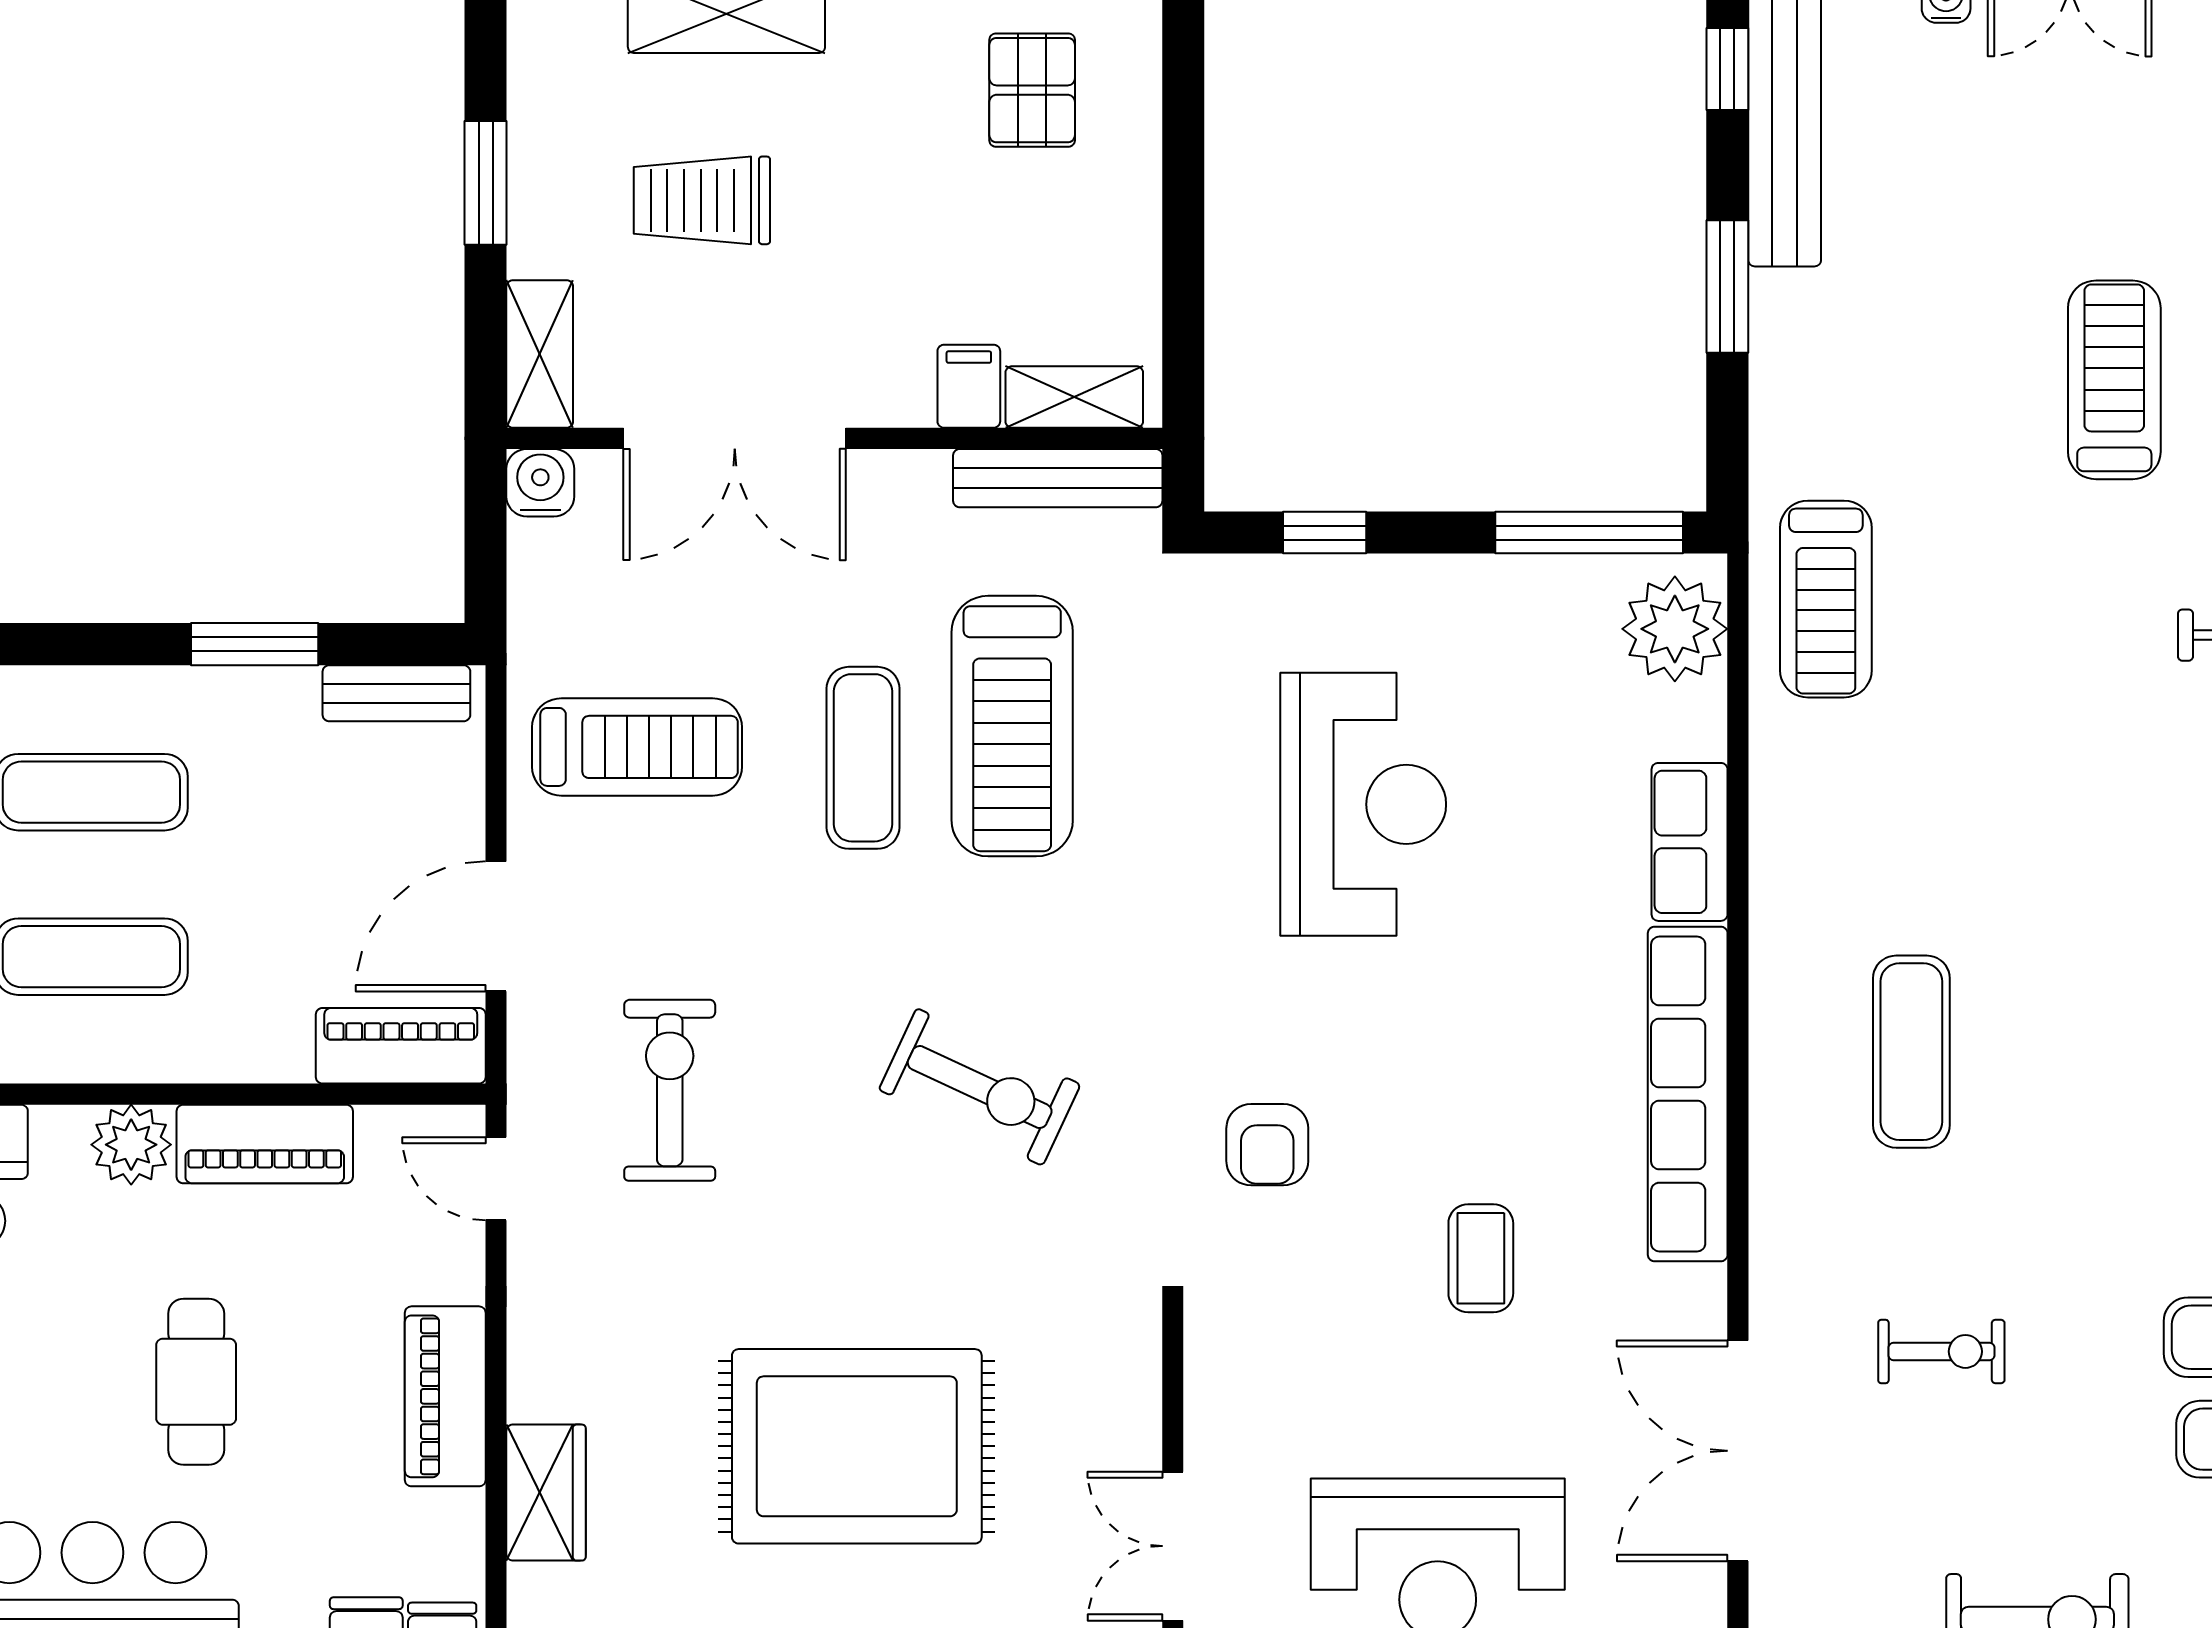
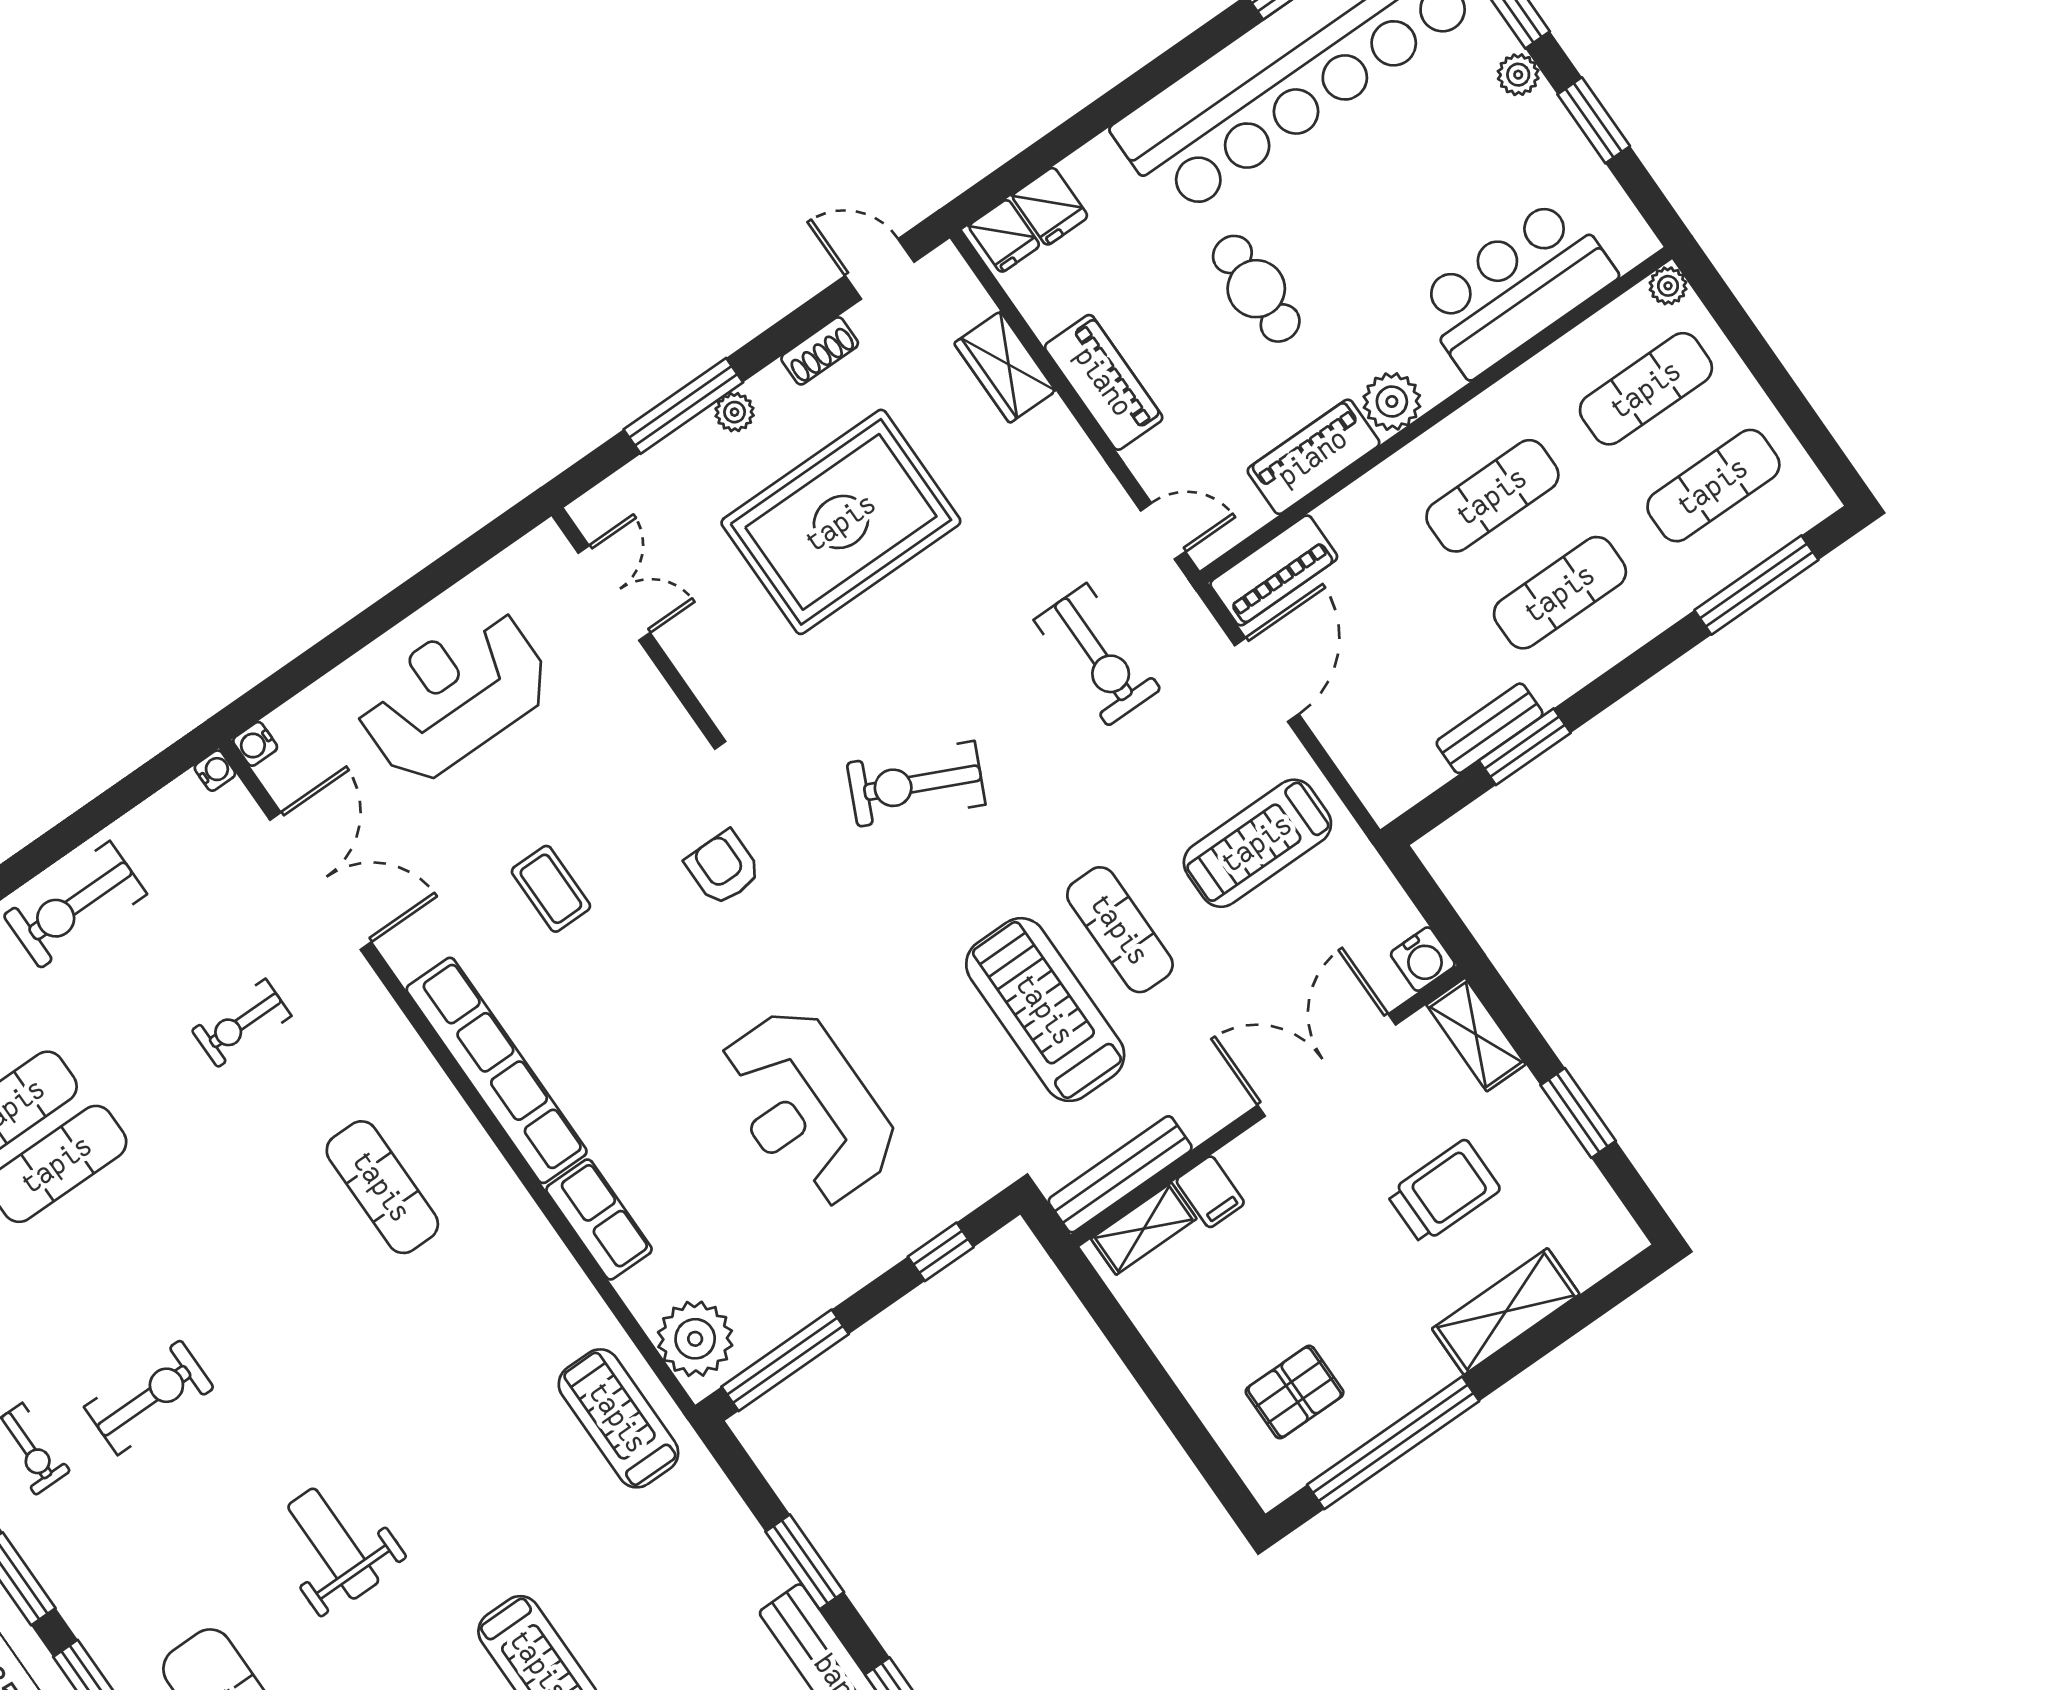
pallet: (1032, 90) -> (1295, 1392), turned 90
bench: (396, 693) -> (1490, 728), moved

